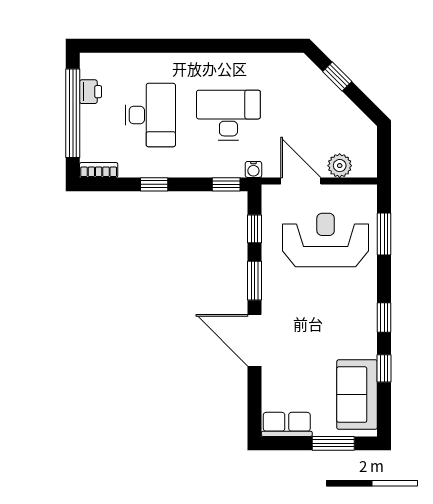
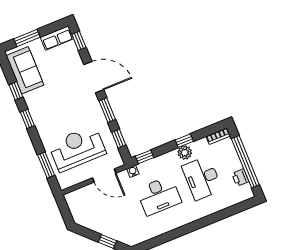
plant: (340, 166) -> (185, 153), moved
reception desk: (326, 240) -> (77, 149), turned 180
window: (255, 406) -> (79, 41), added

